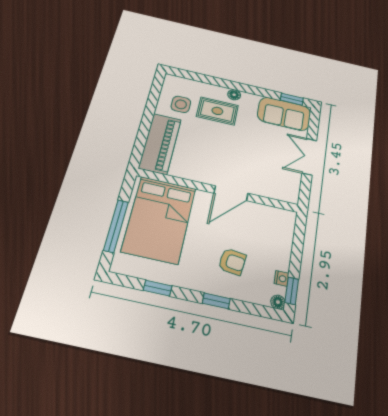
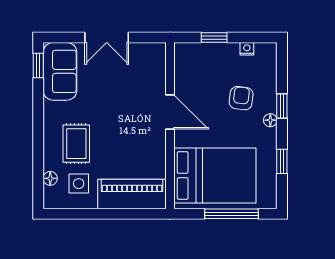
floor lamp: (234, 95) -> (50, 178), moved
window: (292, 291) -> (214, 37), moved
floor lamp: (278, 302) -> (270, 120), moved

